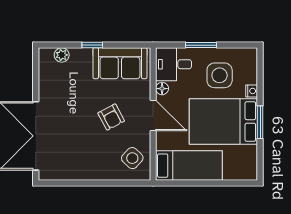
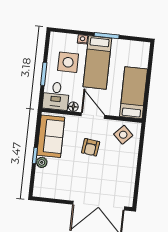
plant: (62, 55) -> (42, 162), moved
door: (153, 115) -> (93, 116), hinge flipped
armchair: (111, 117) -> (91, 147), turned 125
bed: (223, 121) -> (97, 62), width x0.67

